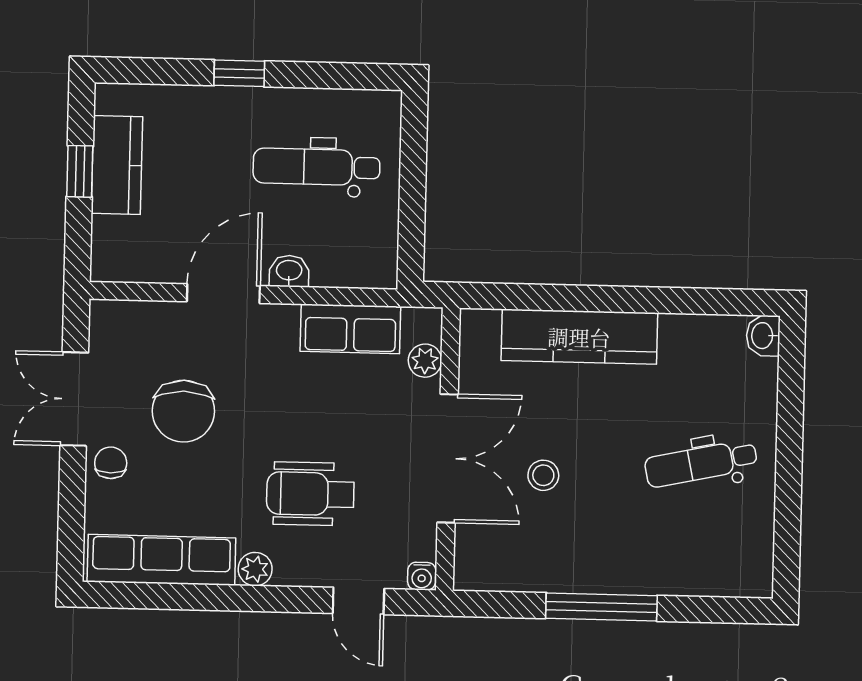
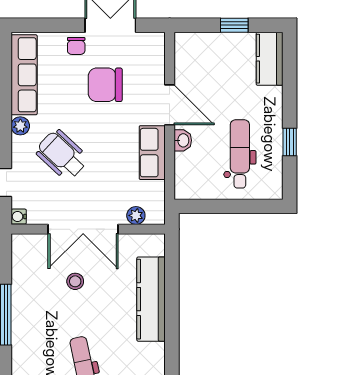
window: (239, 73) -> (290, 142), moved
kitchen counter: (117, 165) -> (270, 59), moved, turned 90
row of seats: (350, 329) -> (152, 153), moved
chair: (111, 463) -> (76, 46), turned 90
wheelchair: (310, 494) -> (62, 155), turned -47

